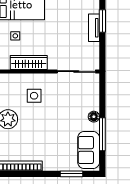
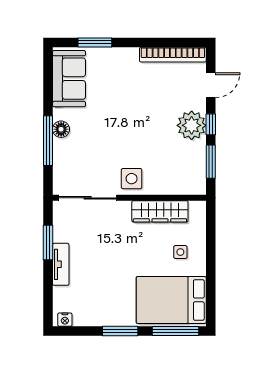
window: (102, 21) -> (48, 242), moved
side table: (34, 96) -> (132, 179), moved
window: (102, 134) -> (48, 141), moved

